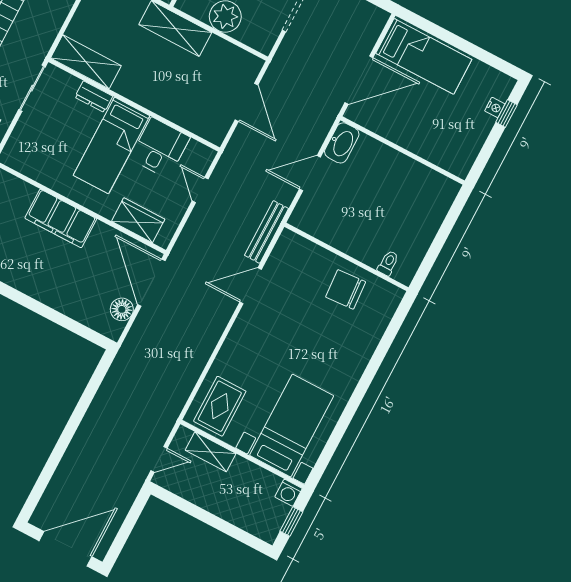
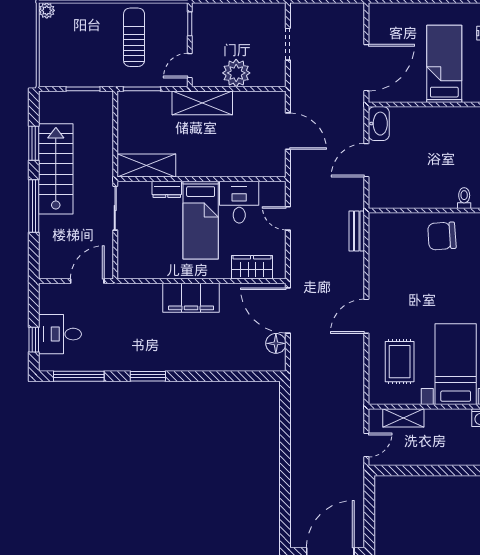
bed: (424, 56) -> (444, 64), moved, turned -90
bench: (267, 232) -> (357, 231), width x0.73
door: (251, 286) -> (366, 316), moved
rug: (220, 406) -> (400, 362), moved

